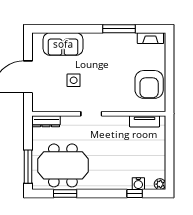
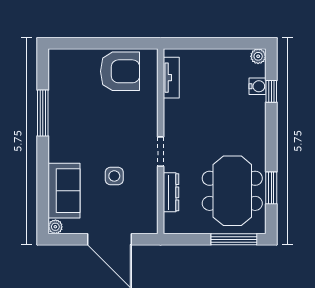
plant: (37, 38) -> (55, 227), added
fireplace: (150, 38) -> (56, 69), removed
dresser: (46, 121) -> (171, 192), moved

